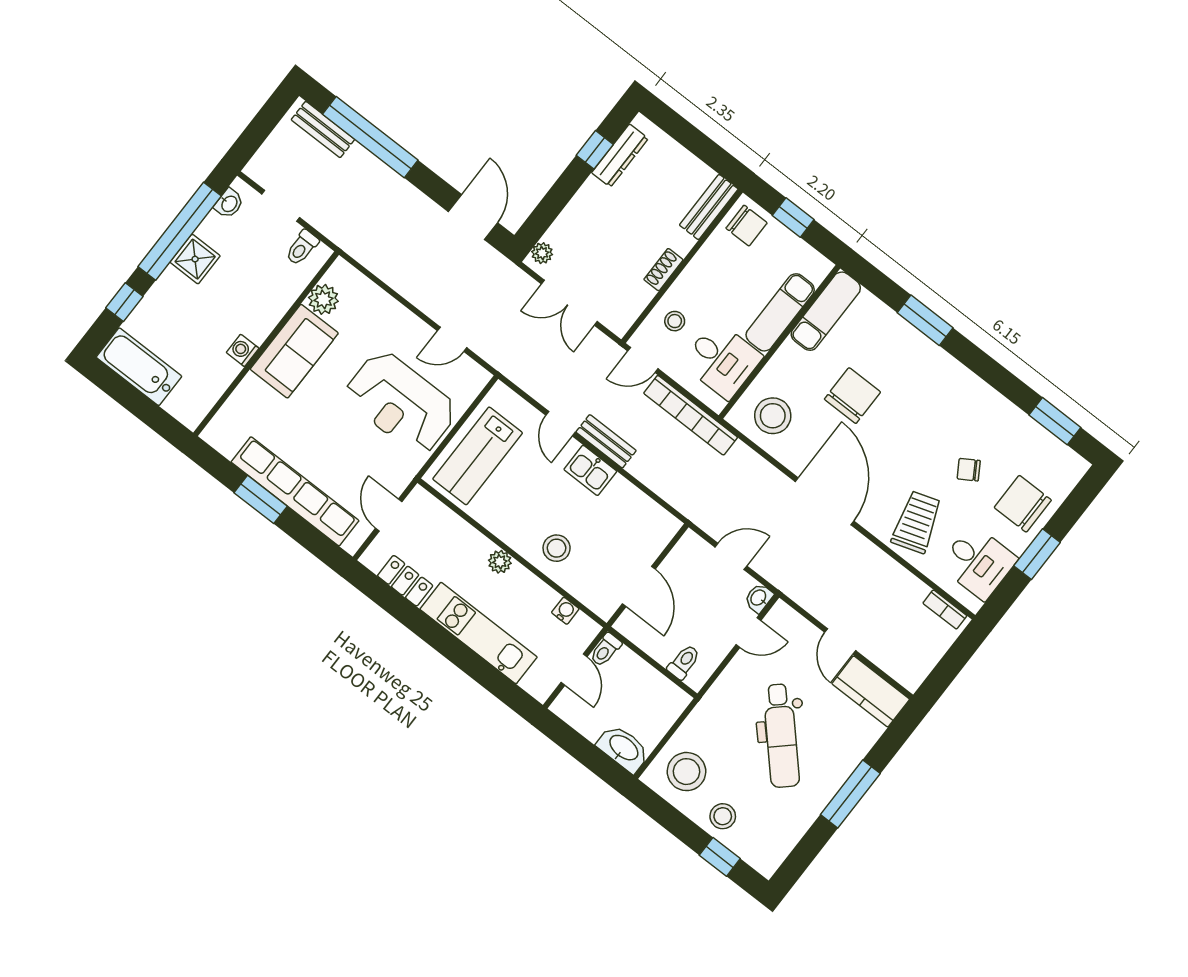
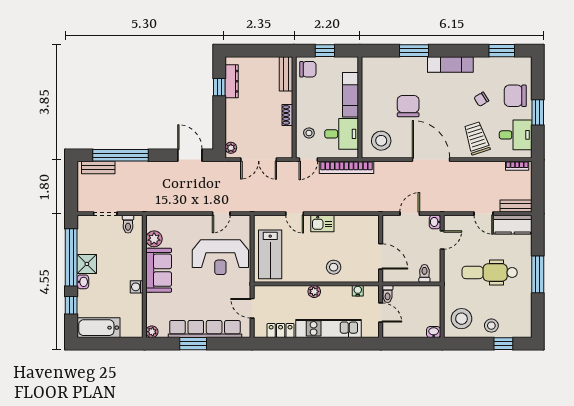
washbasin: (229, 203) -> (83, 282), moved
exam couch: (826, 311) -> (450, 65), moved, turned 90
plant: (213, 434) -> (152, 332), added
bench: (606, 441) -> (516, 206), moved
dental chair: (781, 736) -> (490, 272), turned 133
washbasin: (623, 748) -> (434, 332), width x0.52, depth x0.69

